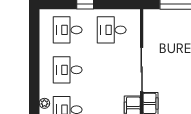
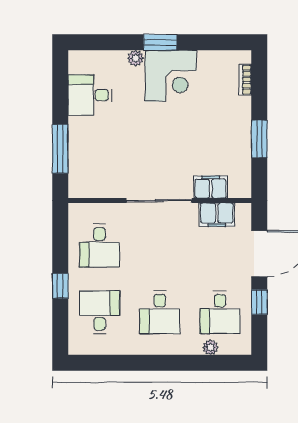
desk: (68, 30) -> (100, 312), turned 180

